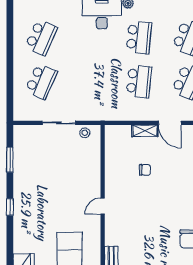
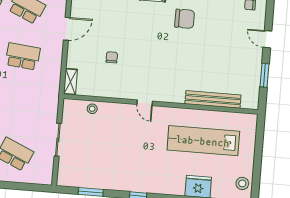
shelving: (145, 131) -> (70, 82), moved
stool: (85, 133) -> (92, 109), moved

